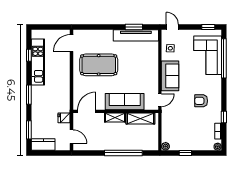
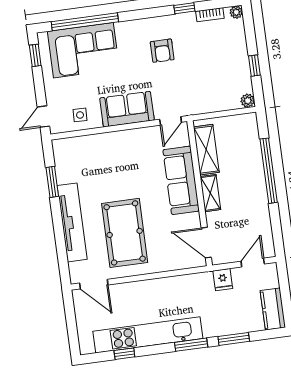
tv unit: (136, 35) -> (72, 222), moved
kitchen unit: (38, 62) -> (148, 335), width x1.36
door: (160, 100) -> (171, 121), swing flipped
window: (29, 130) -> (234, 339), moved

